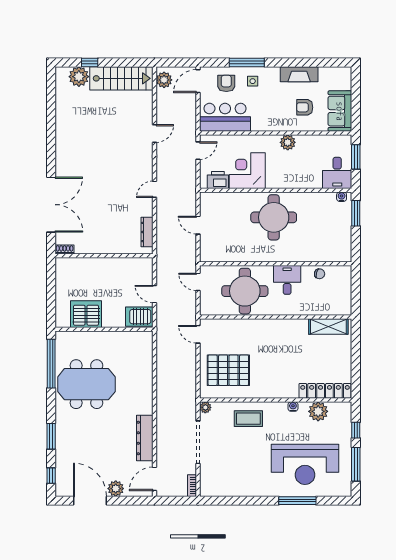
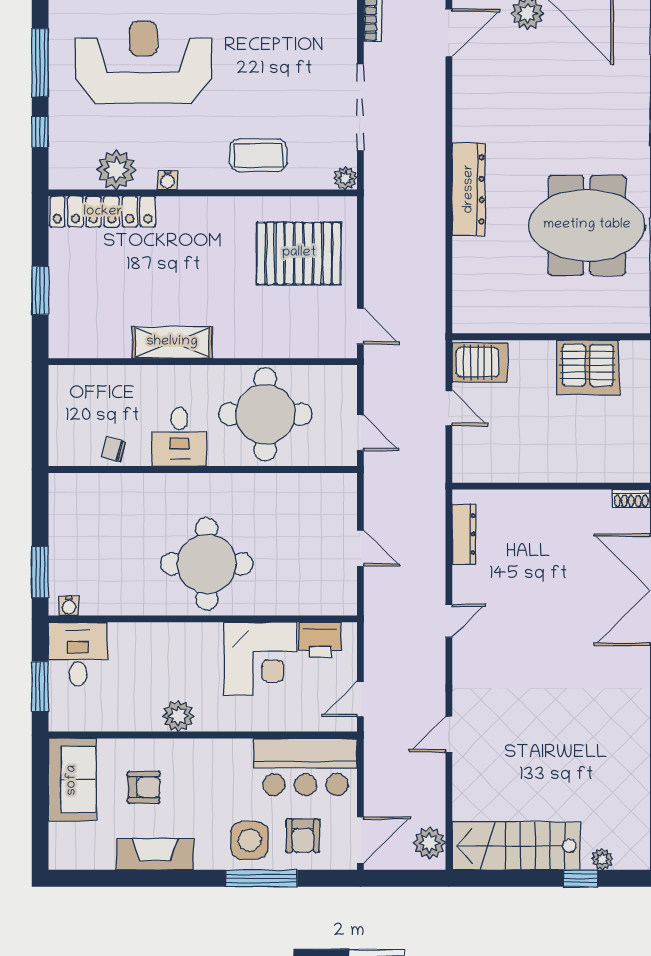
plant: (79, 77) -> (602, 859), width x0.53, depth x0.53
side table: (253, 81) -> (250, 840), width x1.87, depth x1.87
shelving: (328, 326) -> (172, 342), moved
window: (356, 352) -> (40, 290), added
dresser: (145, 438) -> (469, 189), moved

